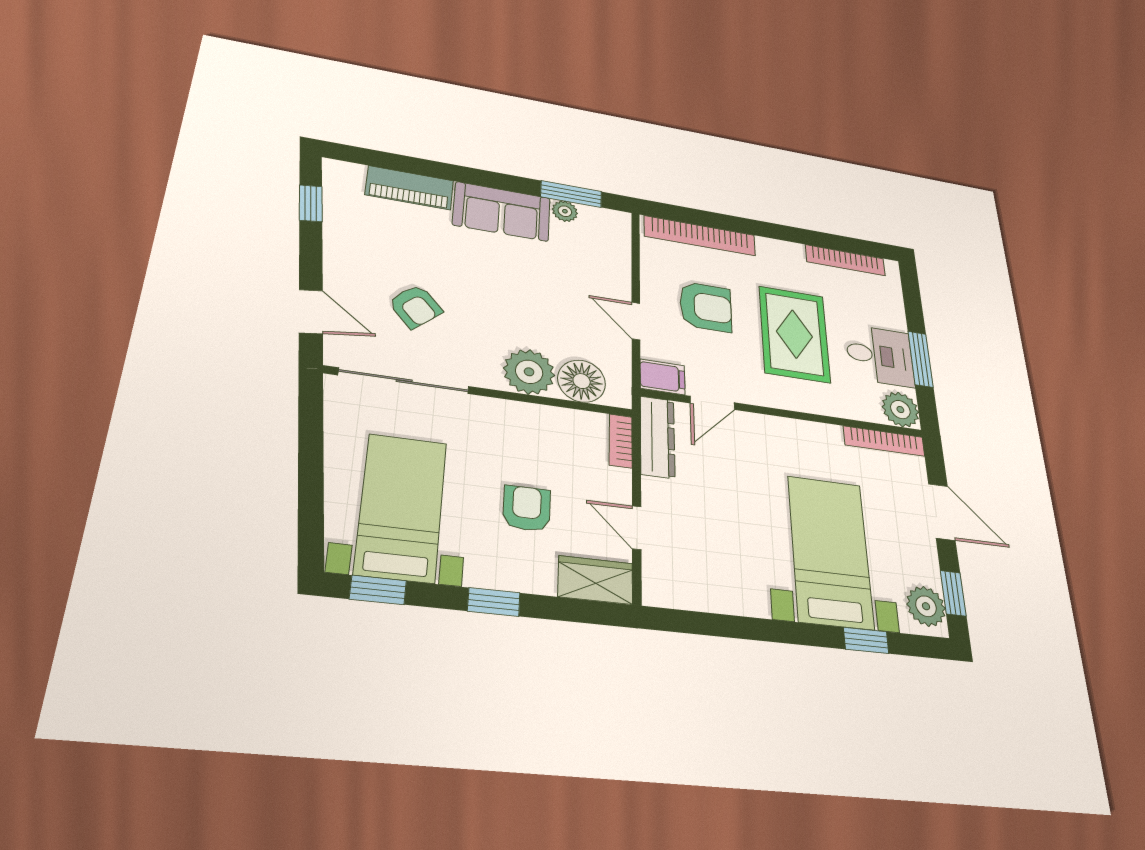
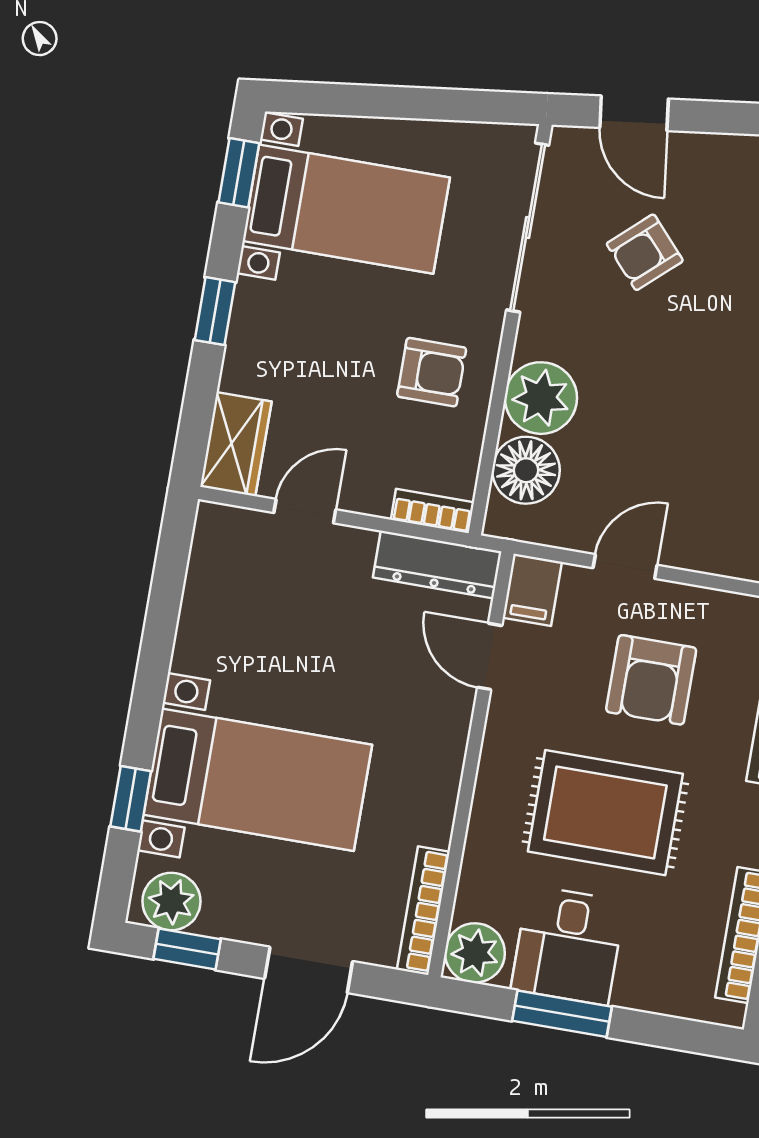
door: (311, 312) -> (634, 113), hinge flipped
armchair: (527, 508) -> (432, 372), moved

